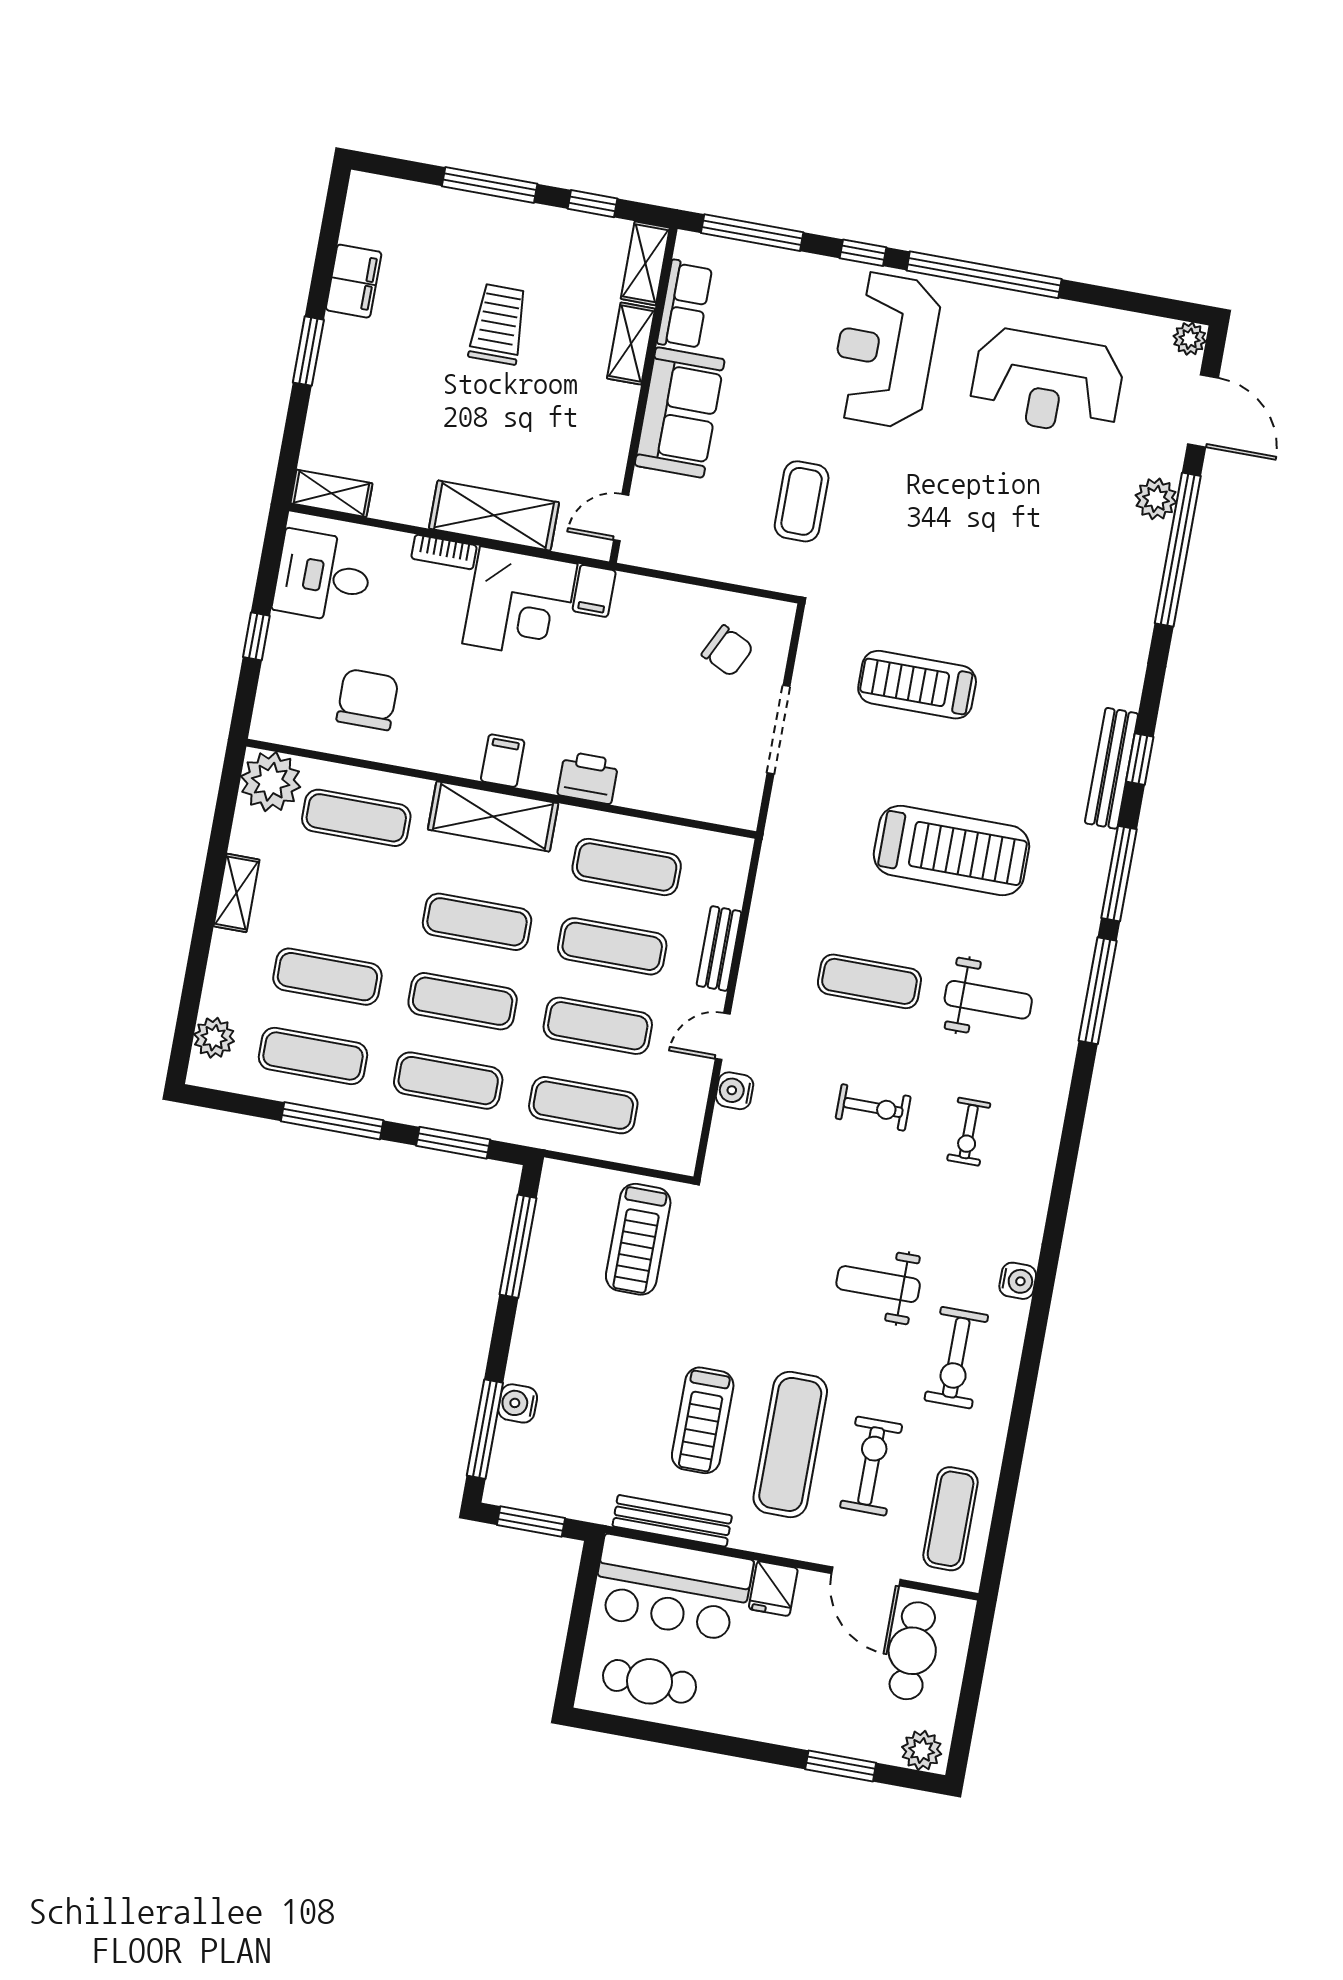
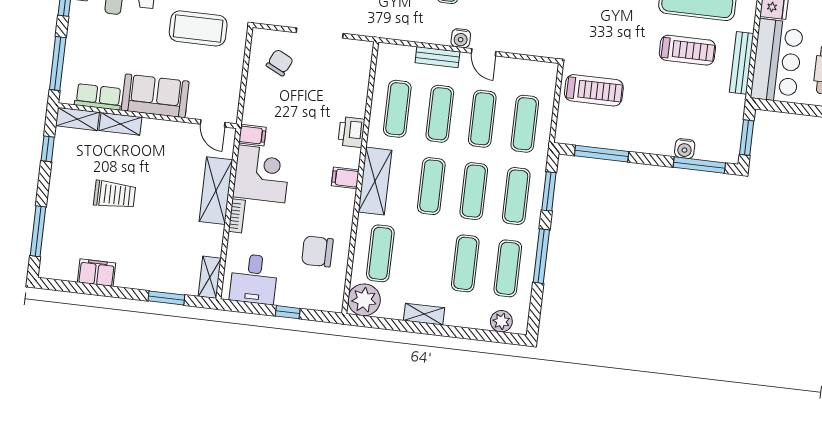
window: (490, 185) -> (38, 231), moved
trolley: (498, 324) -> (115, 195), turned 180
window: (308, 351) -> (166, 298), moved
coffee table: (802, 501) -> (198, 28), width x1.36, depth x1.32
water cooler: (735, 1091) -> (461, 38), moved

